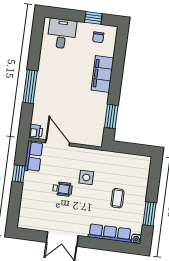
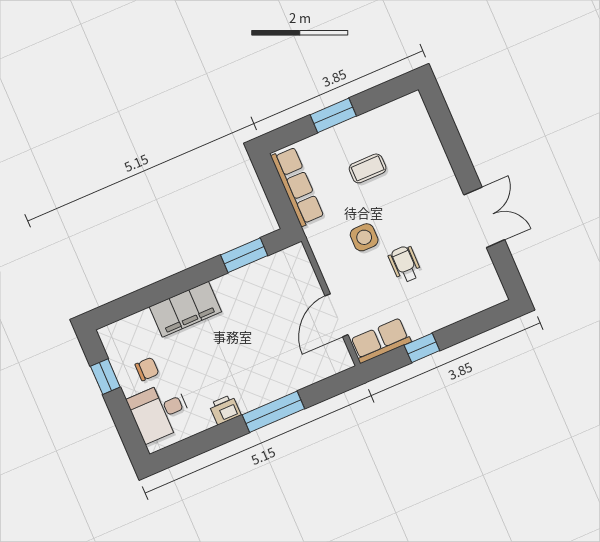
chair: (98, 37) -> (147, 369), moved
printer: (36, 132) -> (225, 410), moved
window: (149, 214) -> (333, 115), moved
row of seats: (110, 233) -> (297, 186), moved, turned 180
water cooler: (136, 239) -> (414, 100), removed

